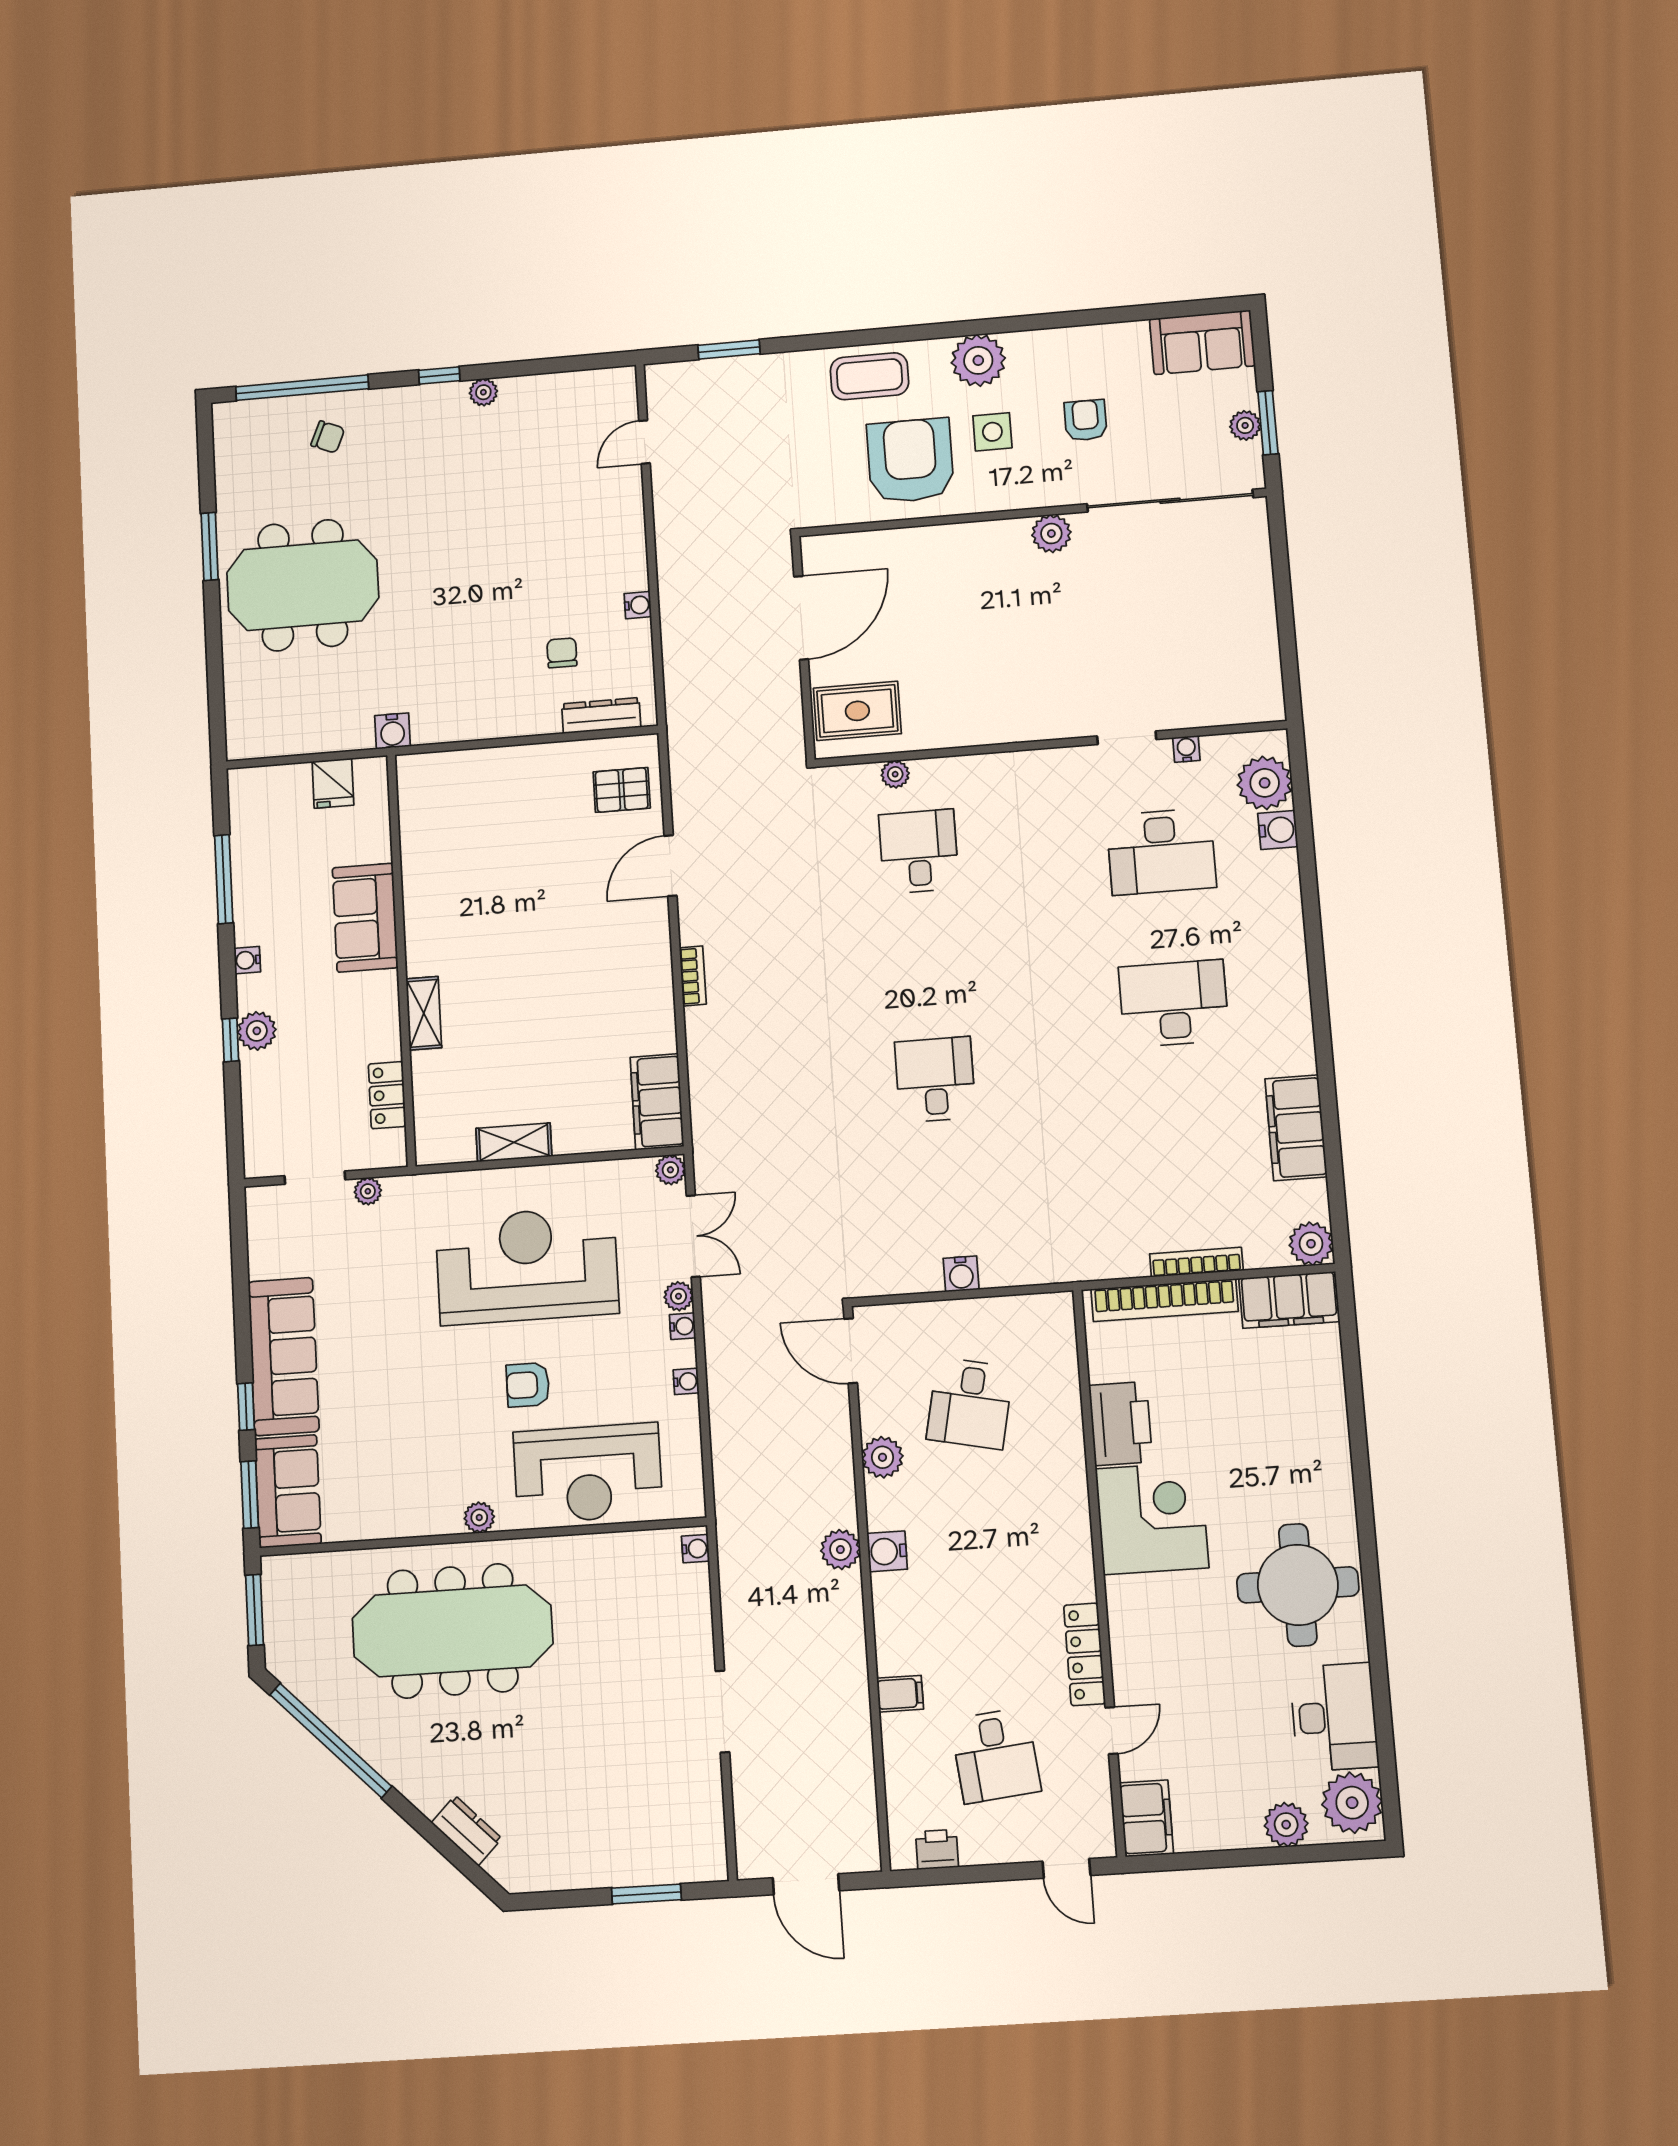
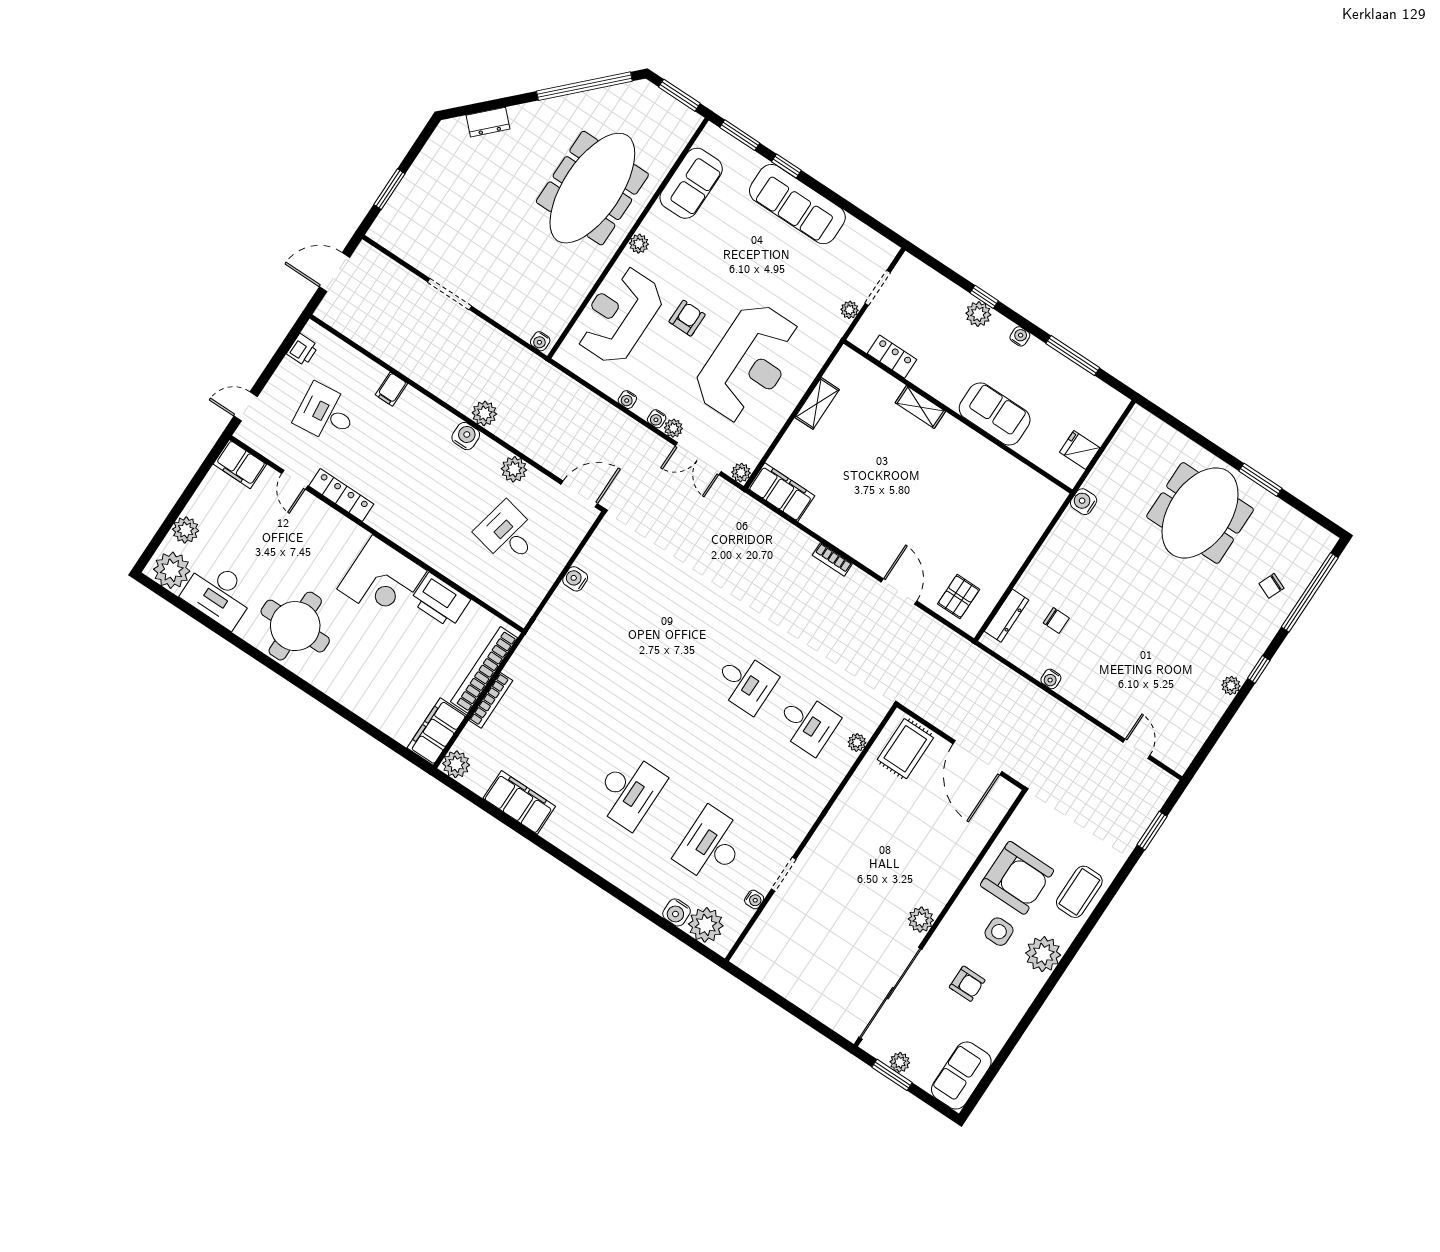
desk: (935, 1080) -> (745, 682), moved
sofa: (288, 1491) -> (691, 183), moved, turned -90

